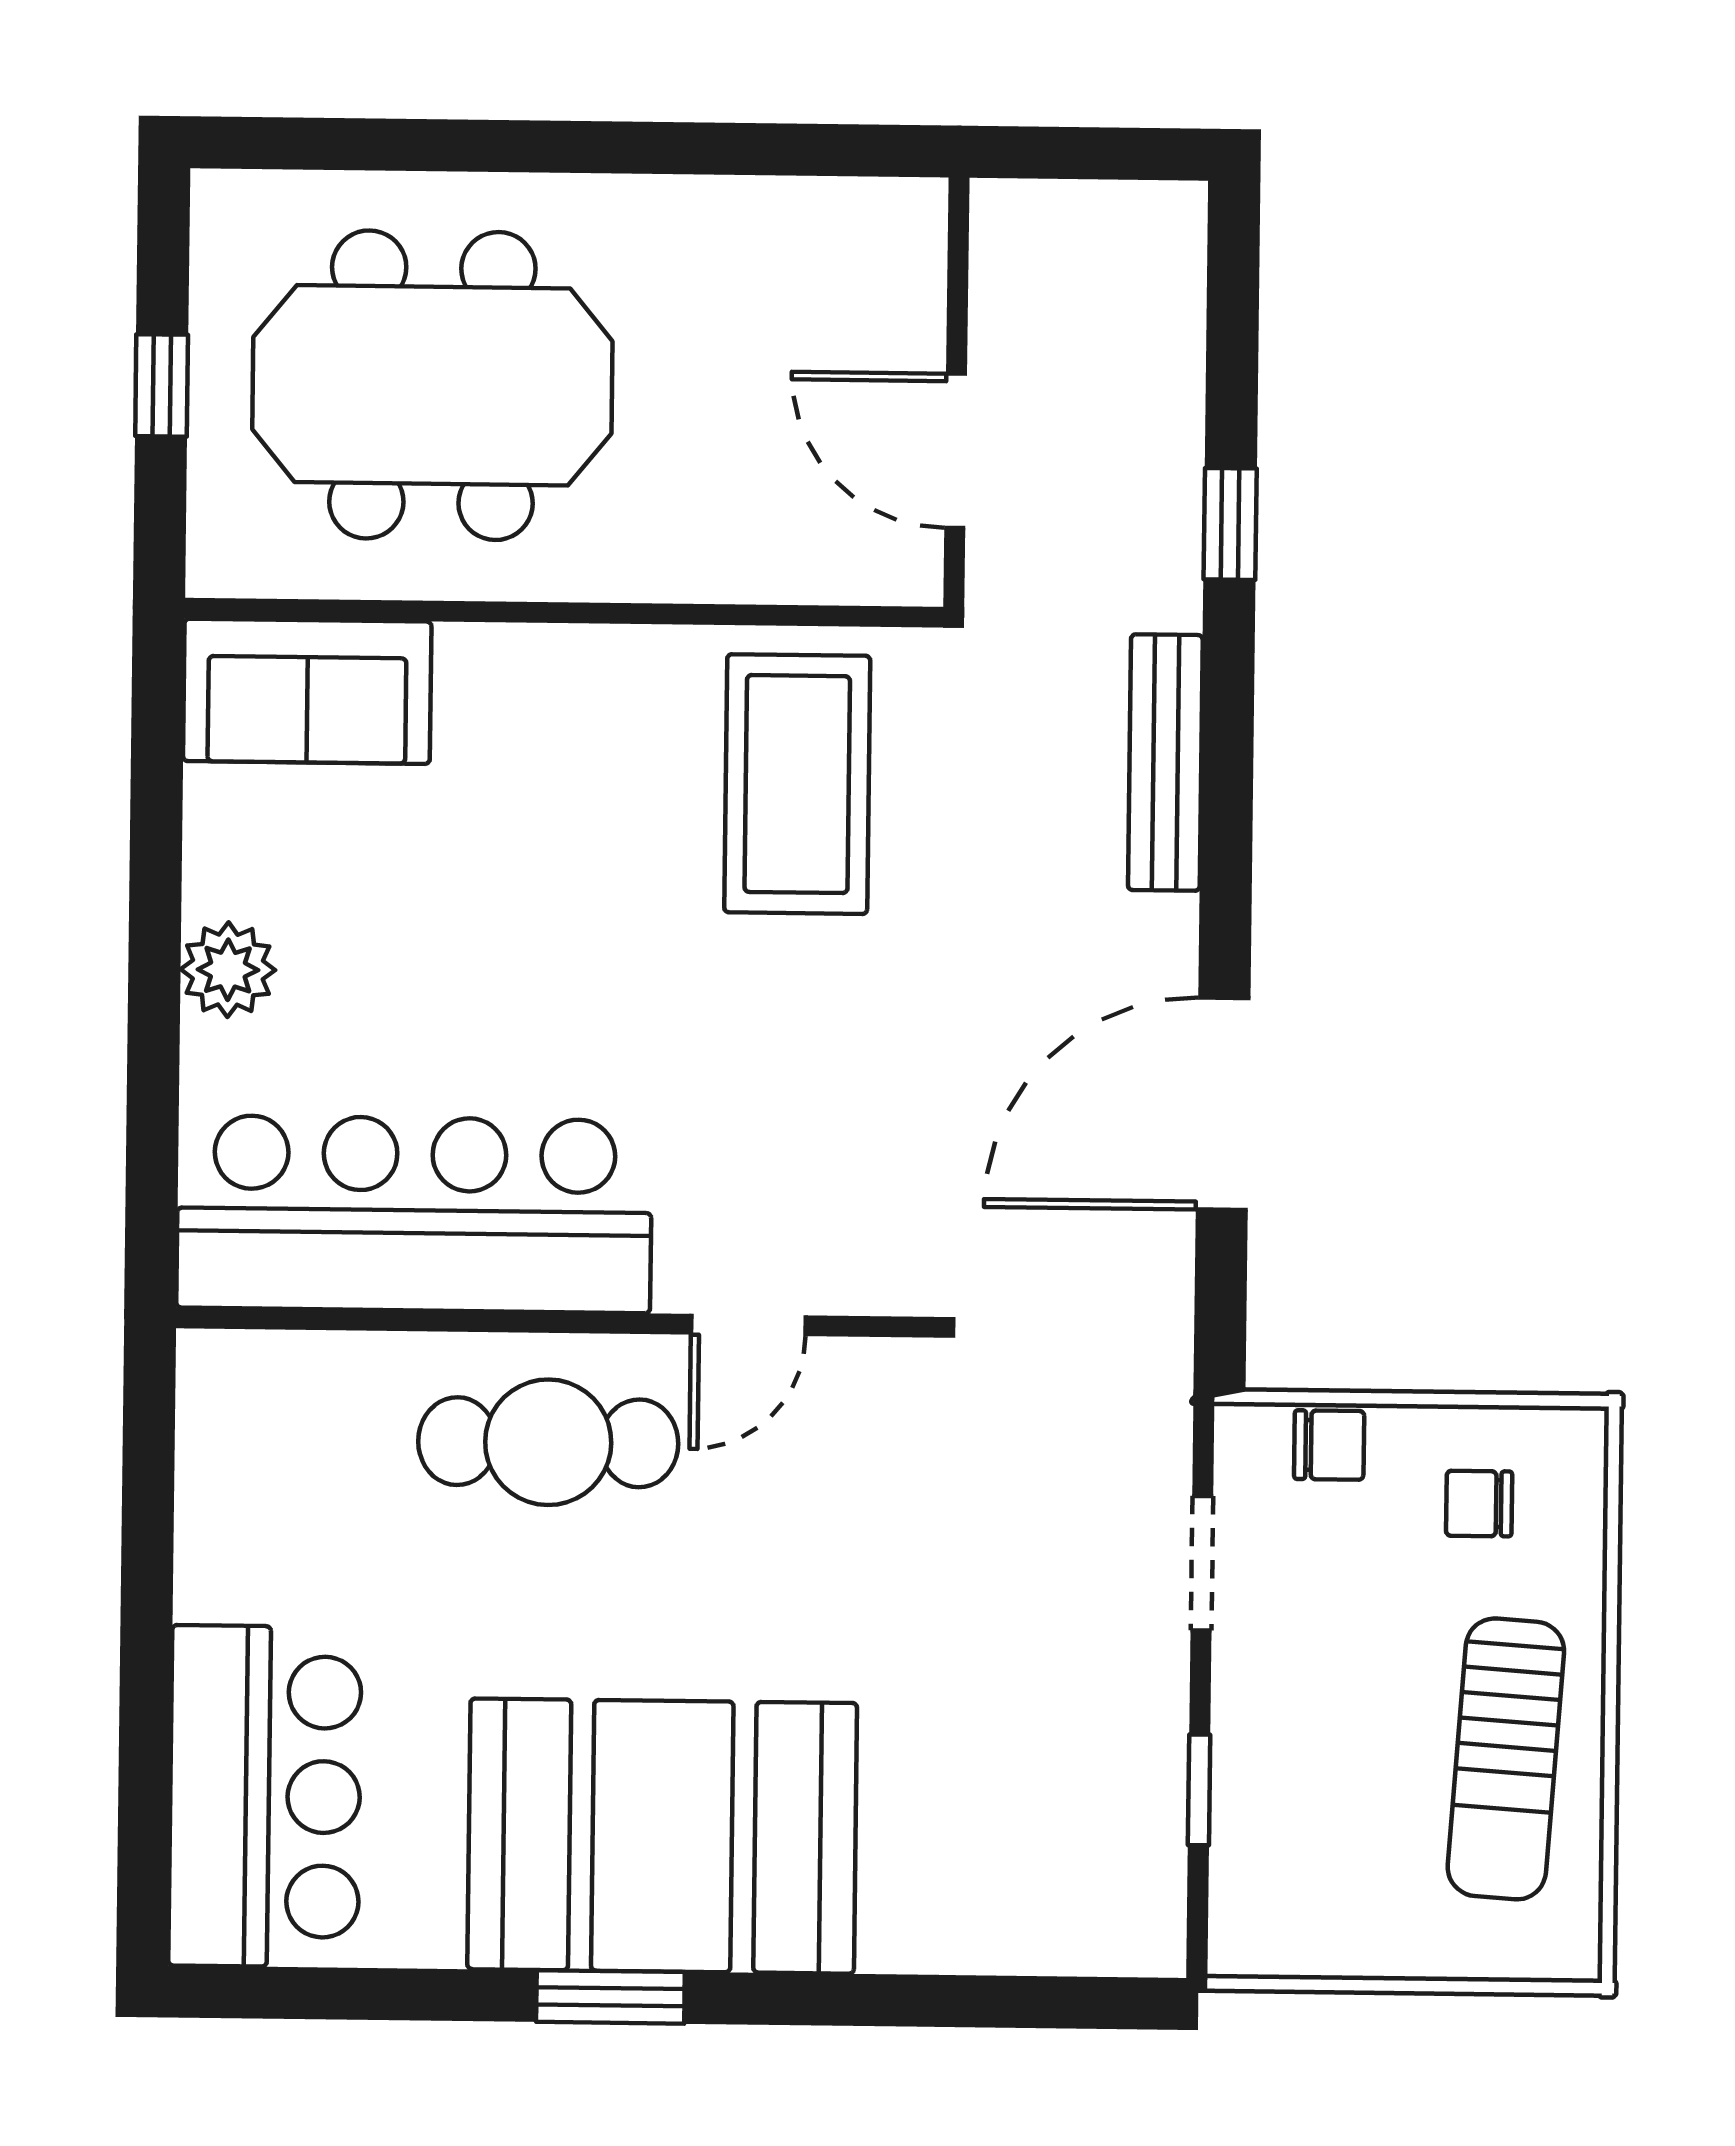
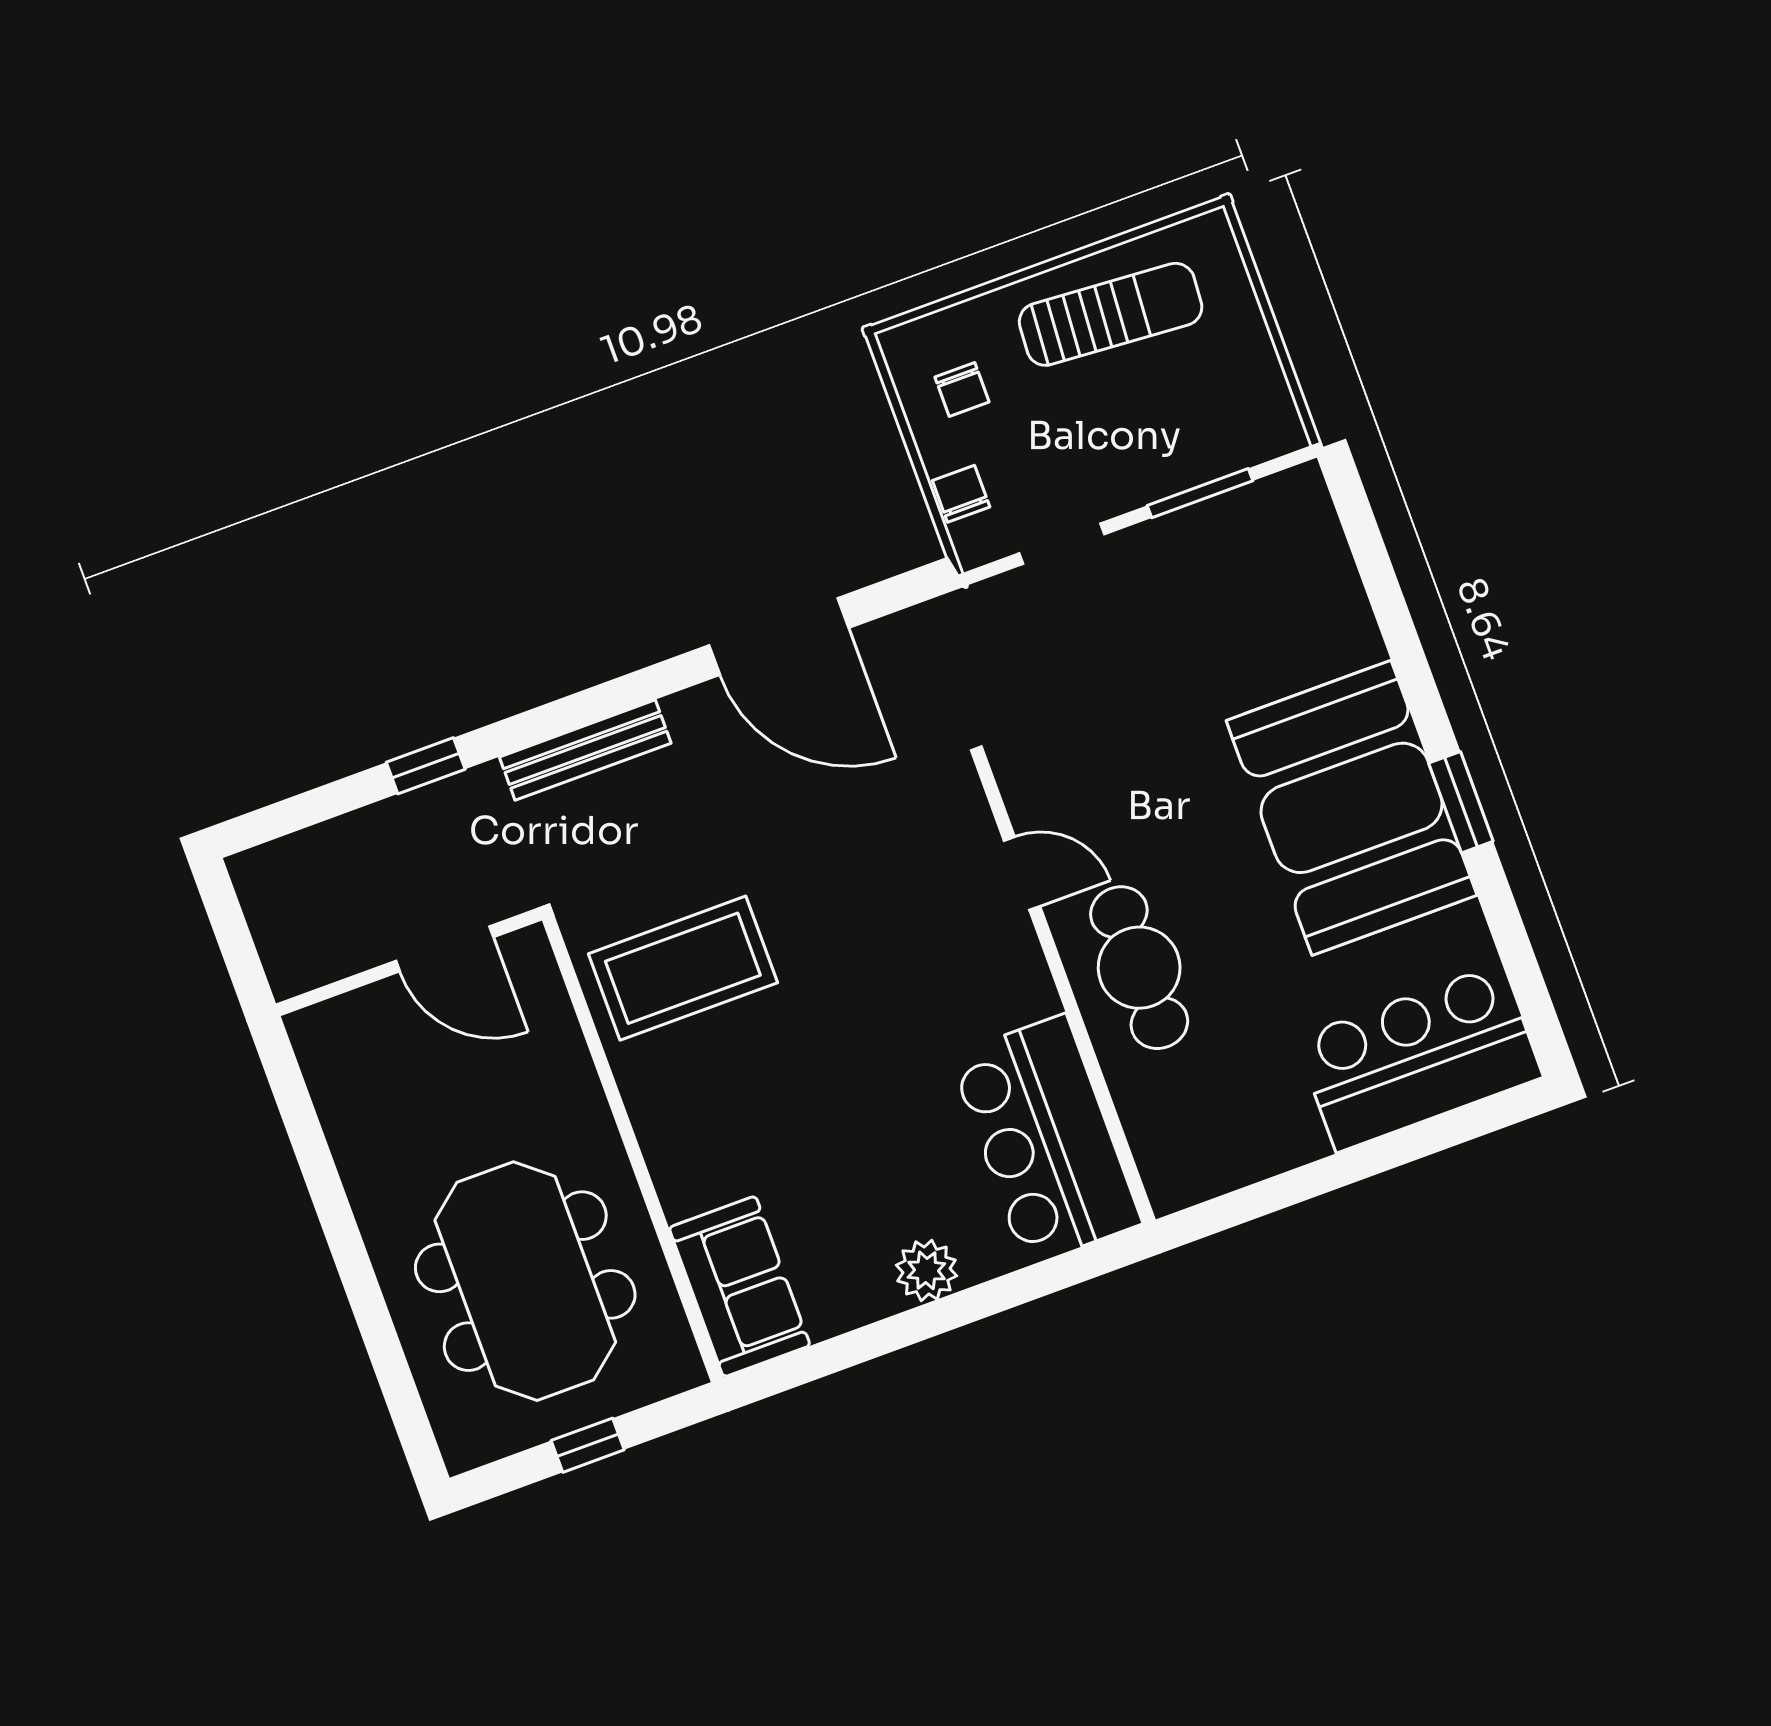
door: (956, 451) -> (445, 949), hinge flipped
bar counter: (414, 1214) -> (1046, 1140), width x0.73
window: (1199, 1790) -> (1200, 493), width x1.50

